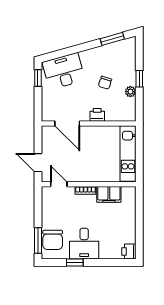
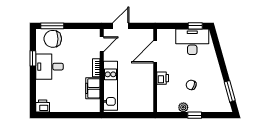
desk: (64, 71) -> (192, 42), moved, turned -74
kitchen unit: (128, 153) -> (110, 86), moved, turned 90

